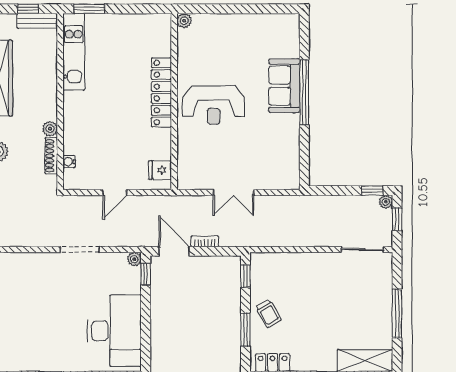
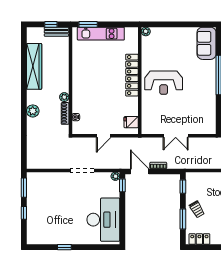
kitchen unit: (74, 52) -> (101, 34), moved, turned 90
sofa: (284, 86) -> (207, 43), moved

